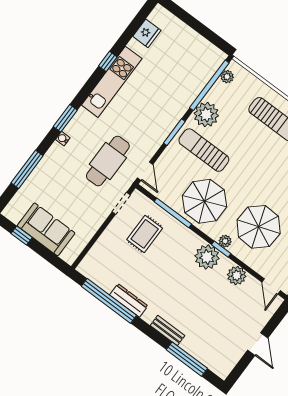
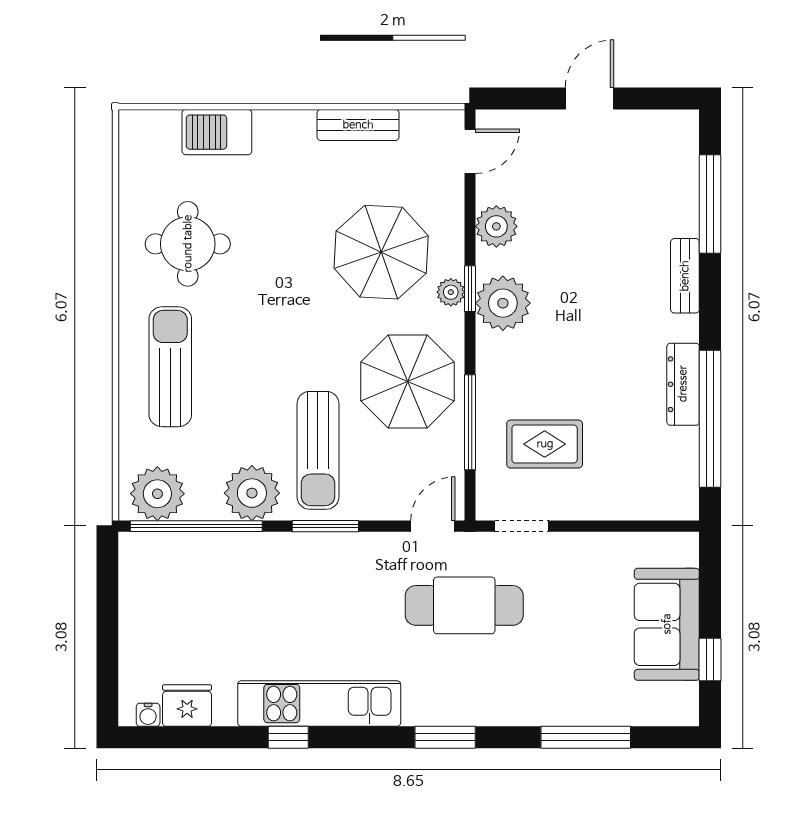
plant: (227, 77) -> (157, 494), width x1.87, depth x1.87
water cooler: (63, 139) -> (148, 715), moved

